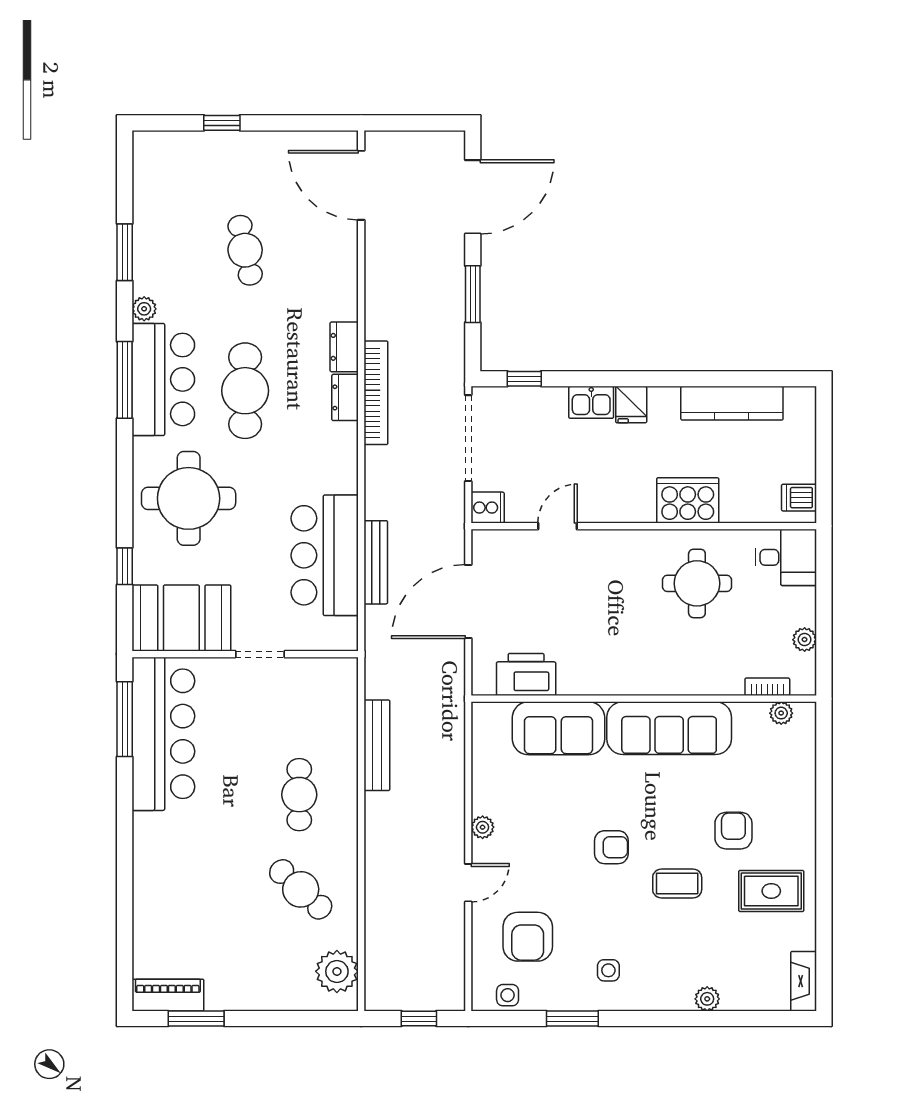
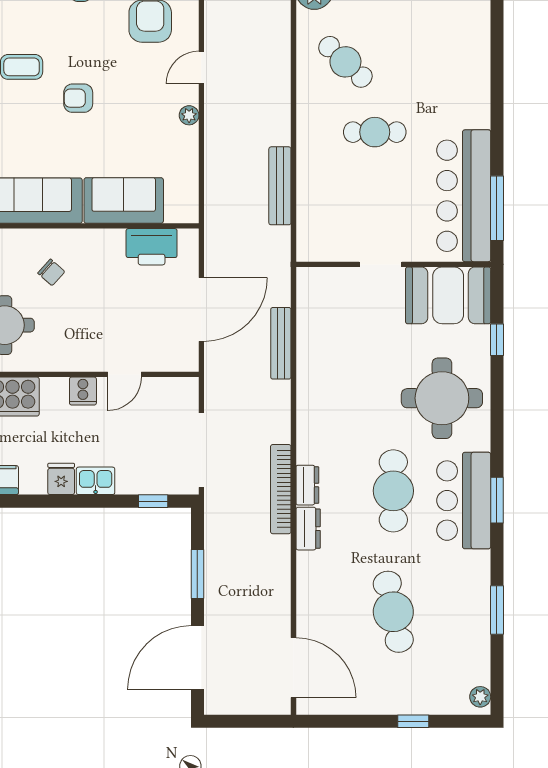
cafe table: (245, 250) -> (393, 612), width x1.37, depth x1.35
plant: (144, 309) -> (480, 697), moved
window: (125, 380) -> (497, 500), width x0.69
cooker: (488, 508) -> (83, 391), moved, turned -90
bar counter: (325, 555) -> (325, 349), removed
chair: (643, 645) -> (51, 272), added
cafe table: (299, 795) -> (375, 132), moved, turned 90

